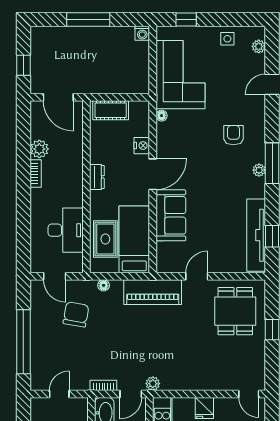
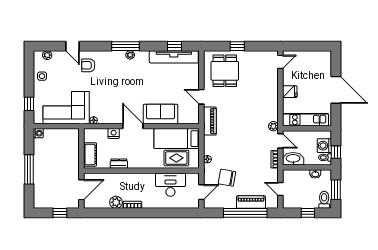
armchair: (233, 135) -> (88, 65), moved
dresser: (97, 177) -> (119, 164), moved
piano: (153, 292) -> (210, 121), width x0.73, depth x0.75
dining table: (235, 311) -> (225, 71), turned 90
piano: (40, 350) -> (251, 202), added

